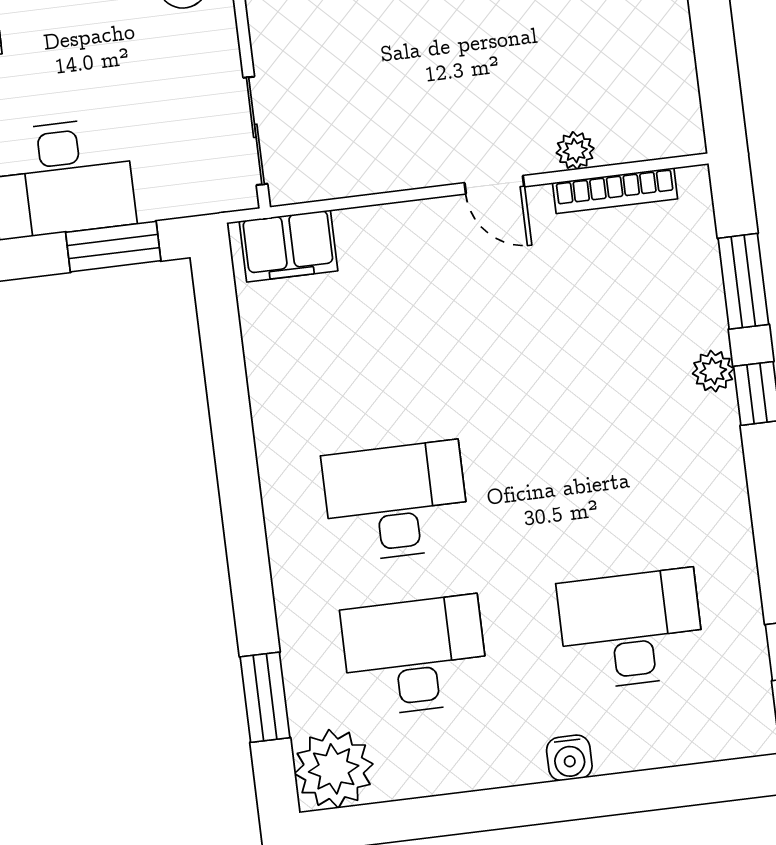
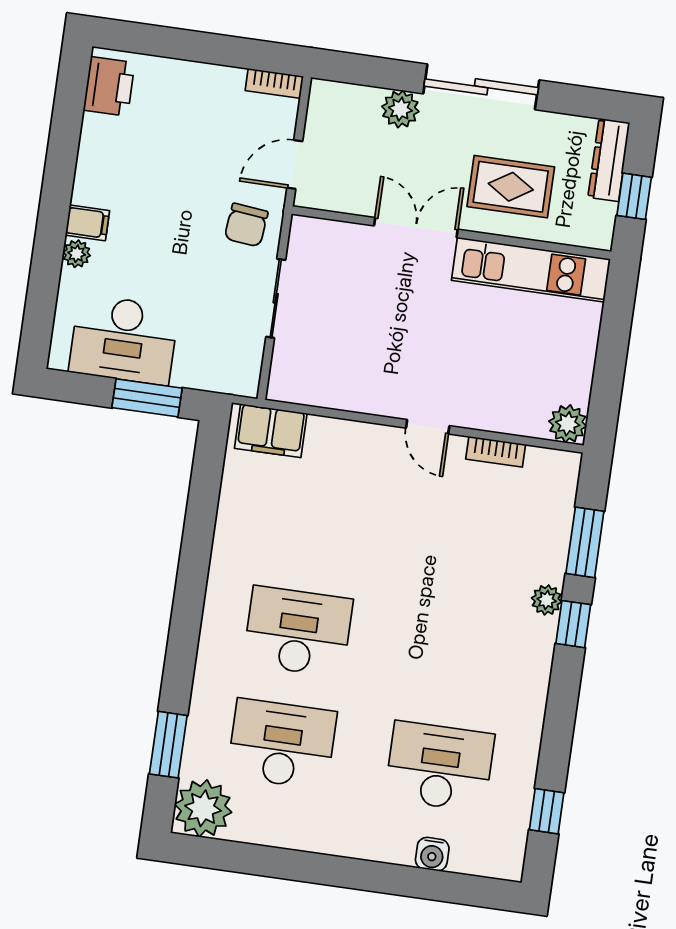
sliding door: (255, 131) -> (276, 298), moved
plant: (575, 151) -> (568, 424), moved, width x1.38, depth x1.38
bookcase: (615, 191) -> (496, 452), width x0.64
water cooler: (569, 758) -> (432, 854), moved

